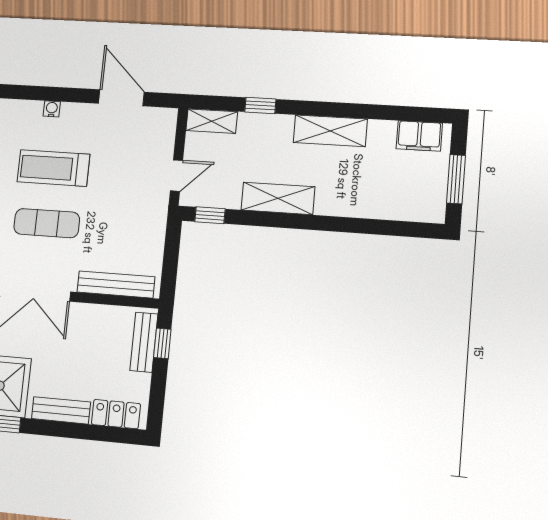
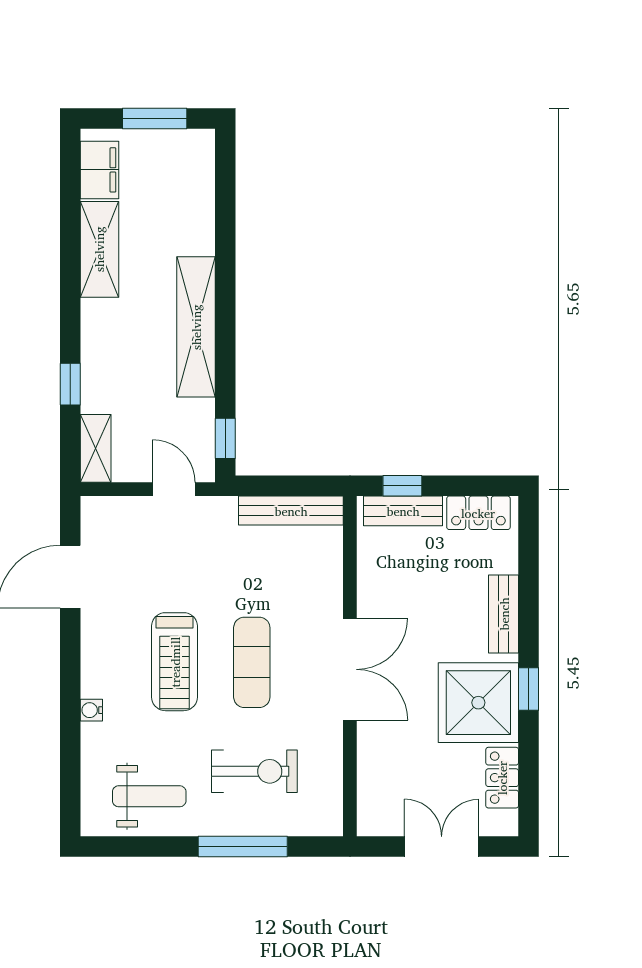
water cooler: (52, 109) -> (91, 710), moved
shelving: (330, 131) -> (99, 249), moved
shelving: (278, 198) -> (196, 327), width x1.47
bench: (116, 284) -> (291, 511), moved, turned 90
locker: (116, 414) -> (478, 513), moved, turned -90

